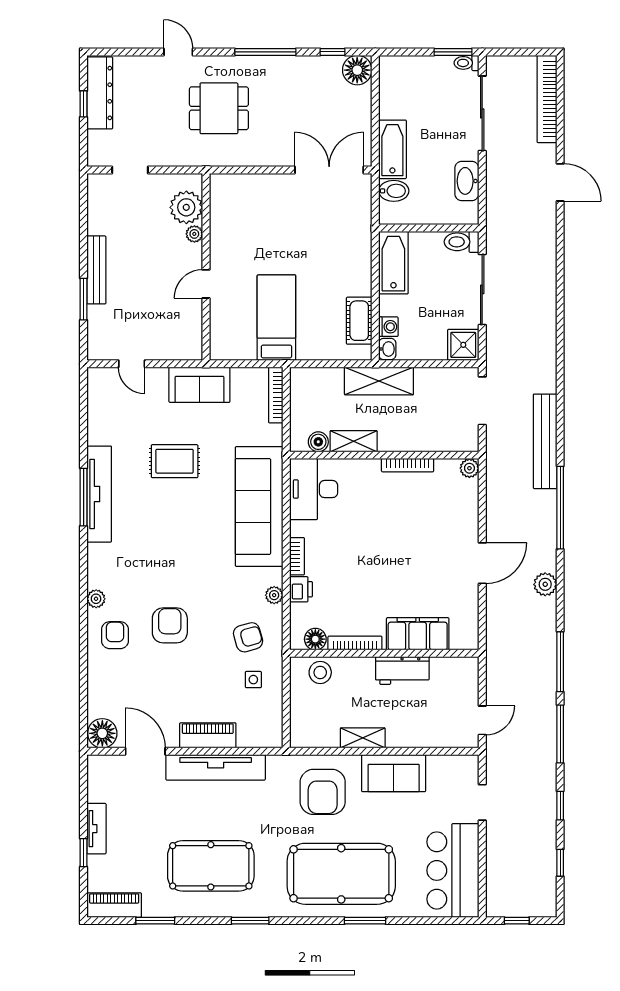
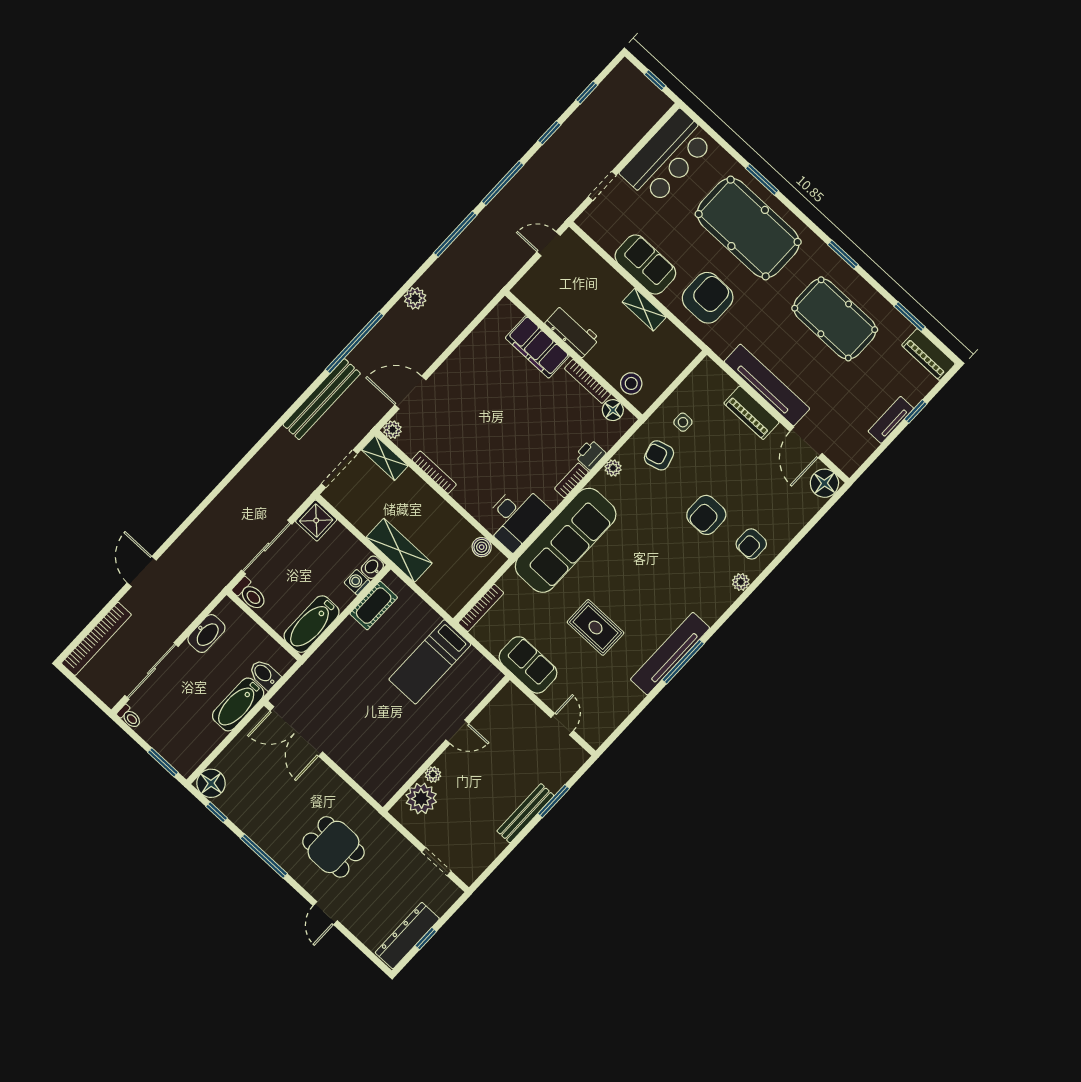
window: (453, 52) -> (163, 762), moved
shelving: (354, 441) -> (385, 458), moved
door: (482, 563) -> (410, 392), moved

